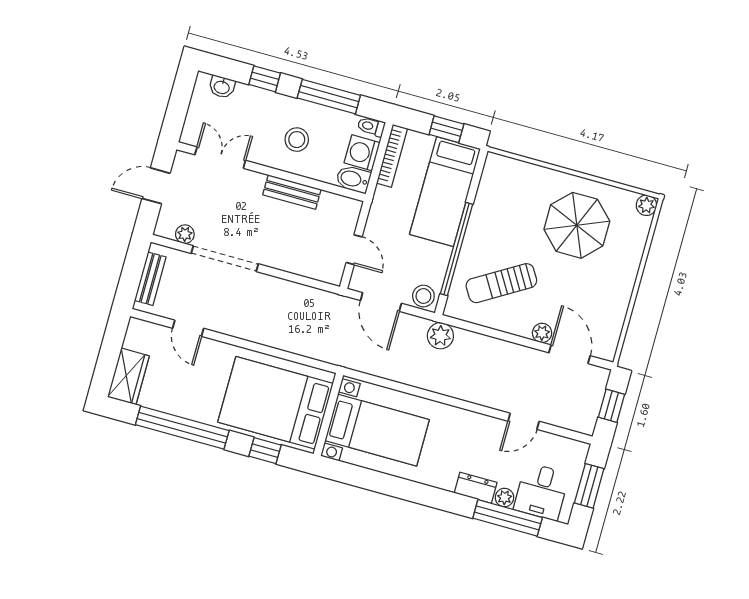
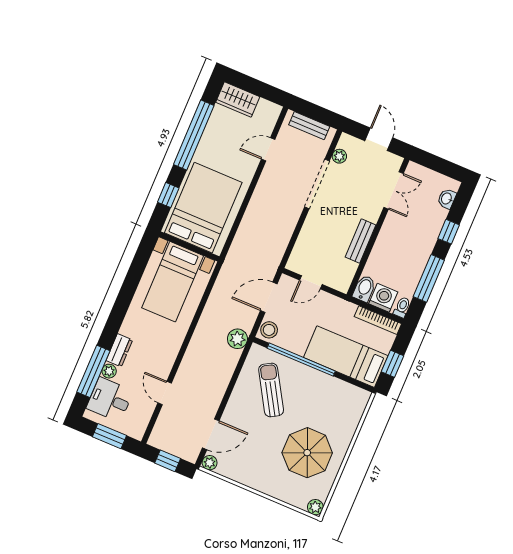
stool: (297, 140) -> (400, 250), removed
plant: (542, 333) -> (210, 463), moved

